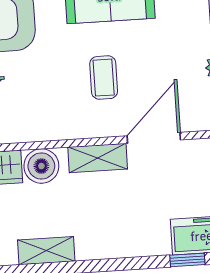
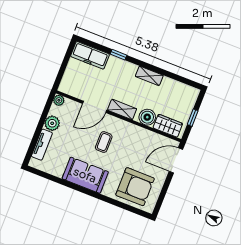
shelving: (46, 251) -> (149, 76), moved
window: (187, 260) -> (119, 55), moved

